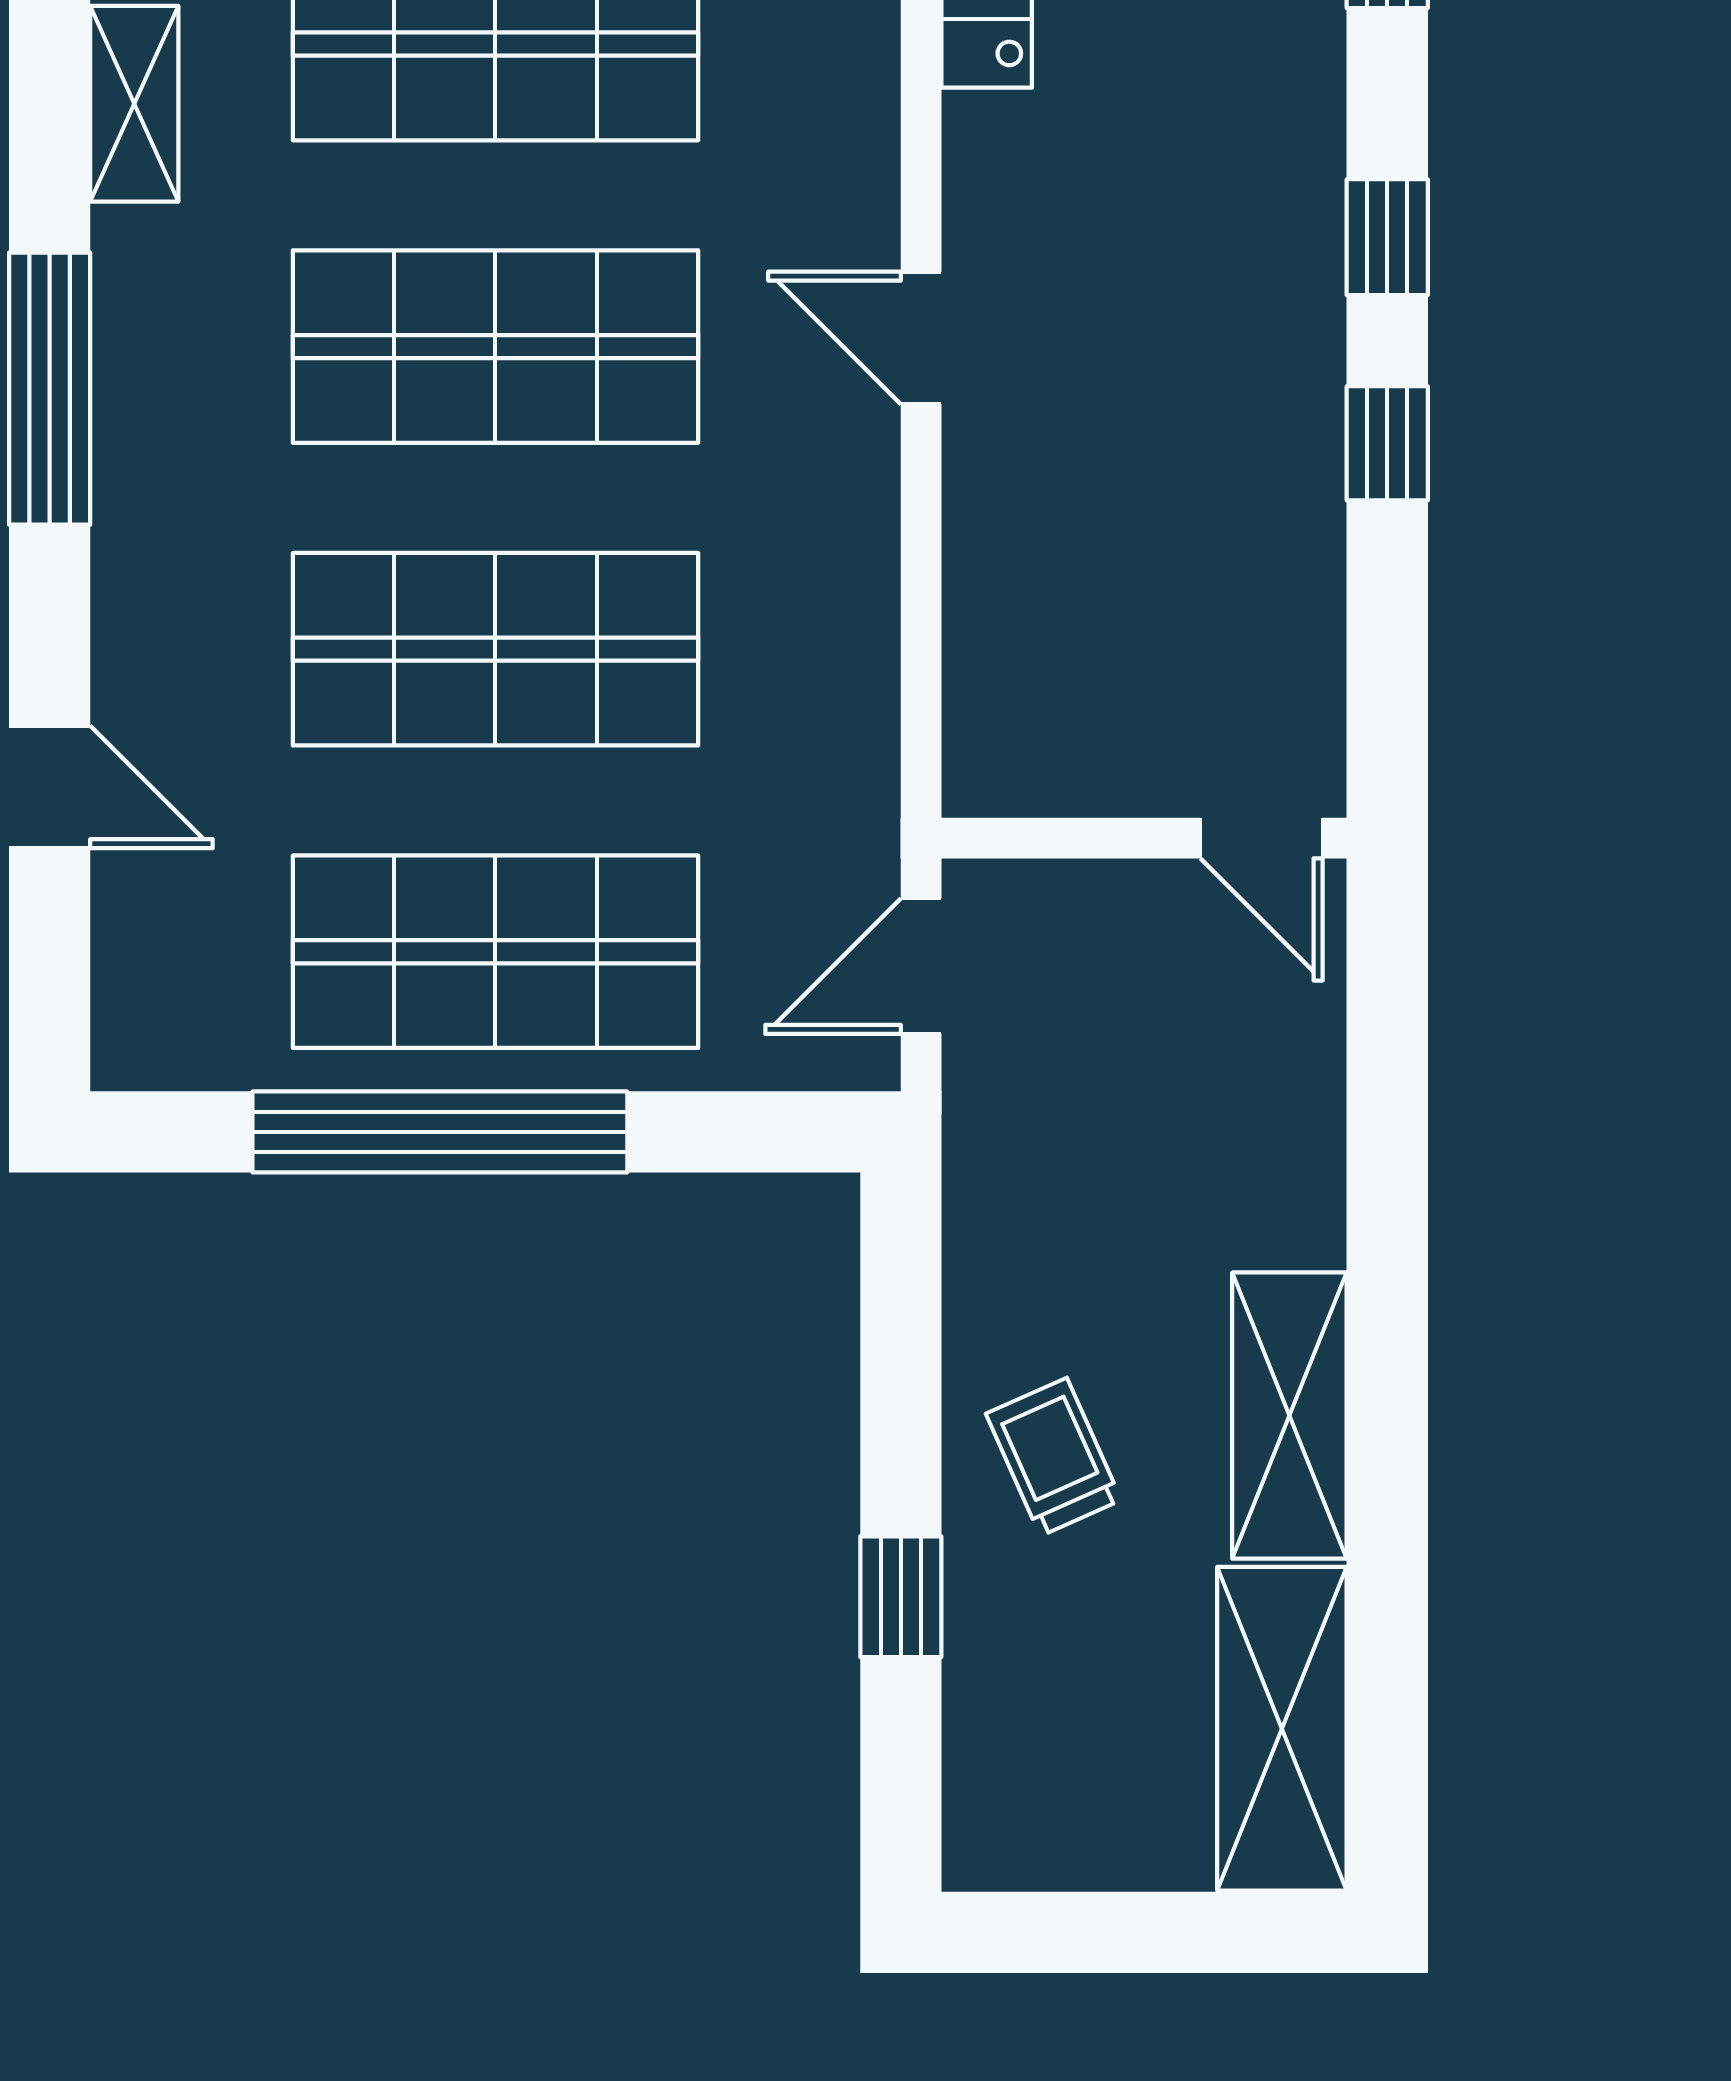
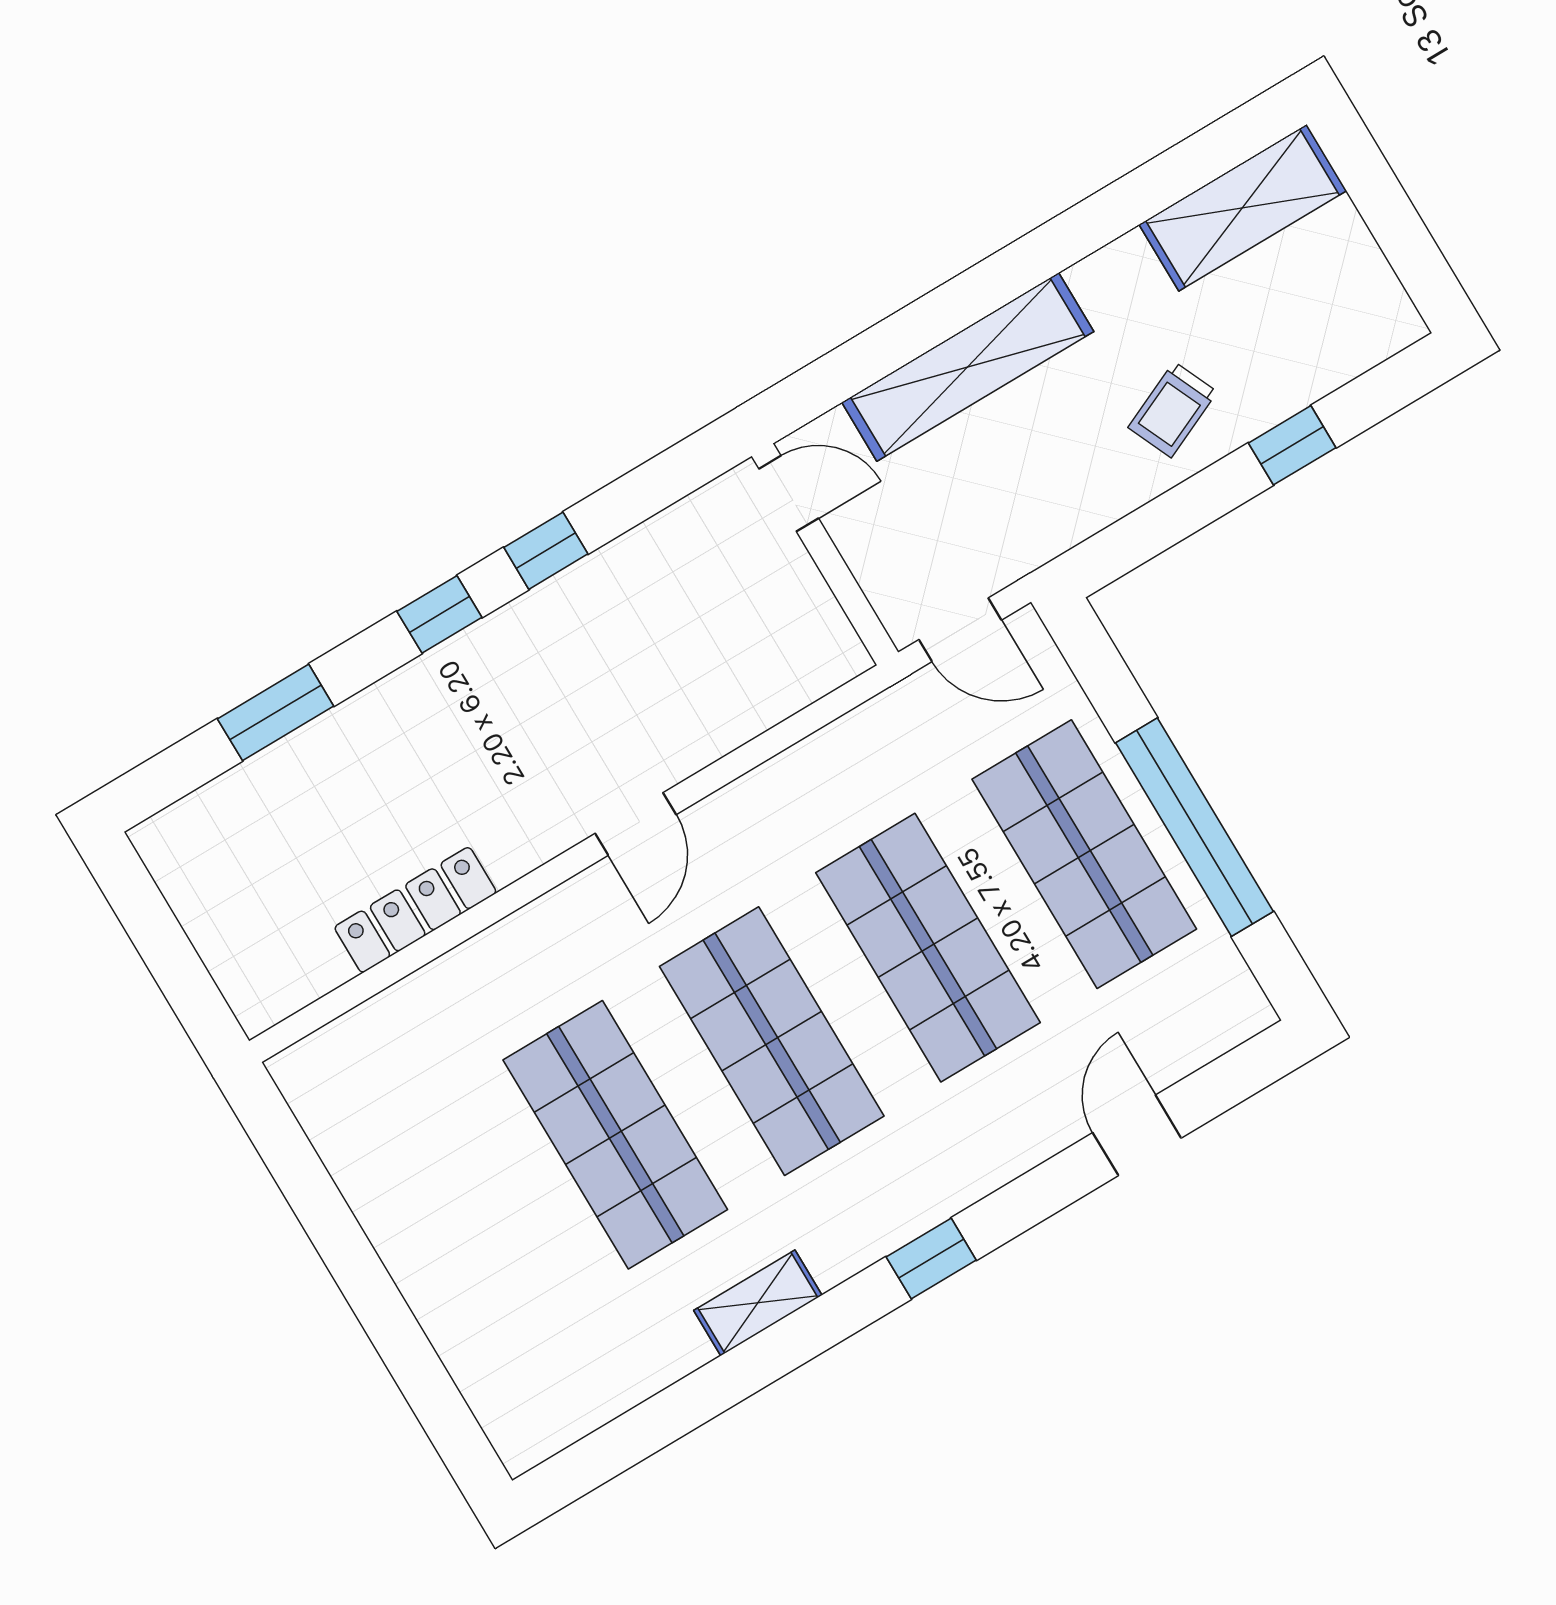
window: (50, 389) -> (931, 1259), width x0.46
door: (1262, 838) -> (789, 494), hinge flipped
shelving: (1289, 1416) -> (968, 367), moved, width x1.47

